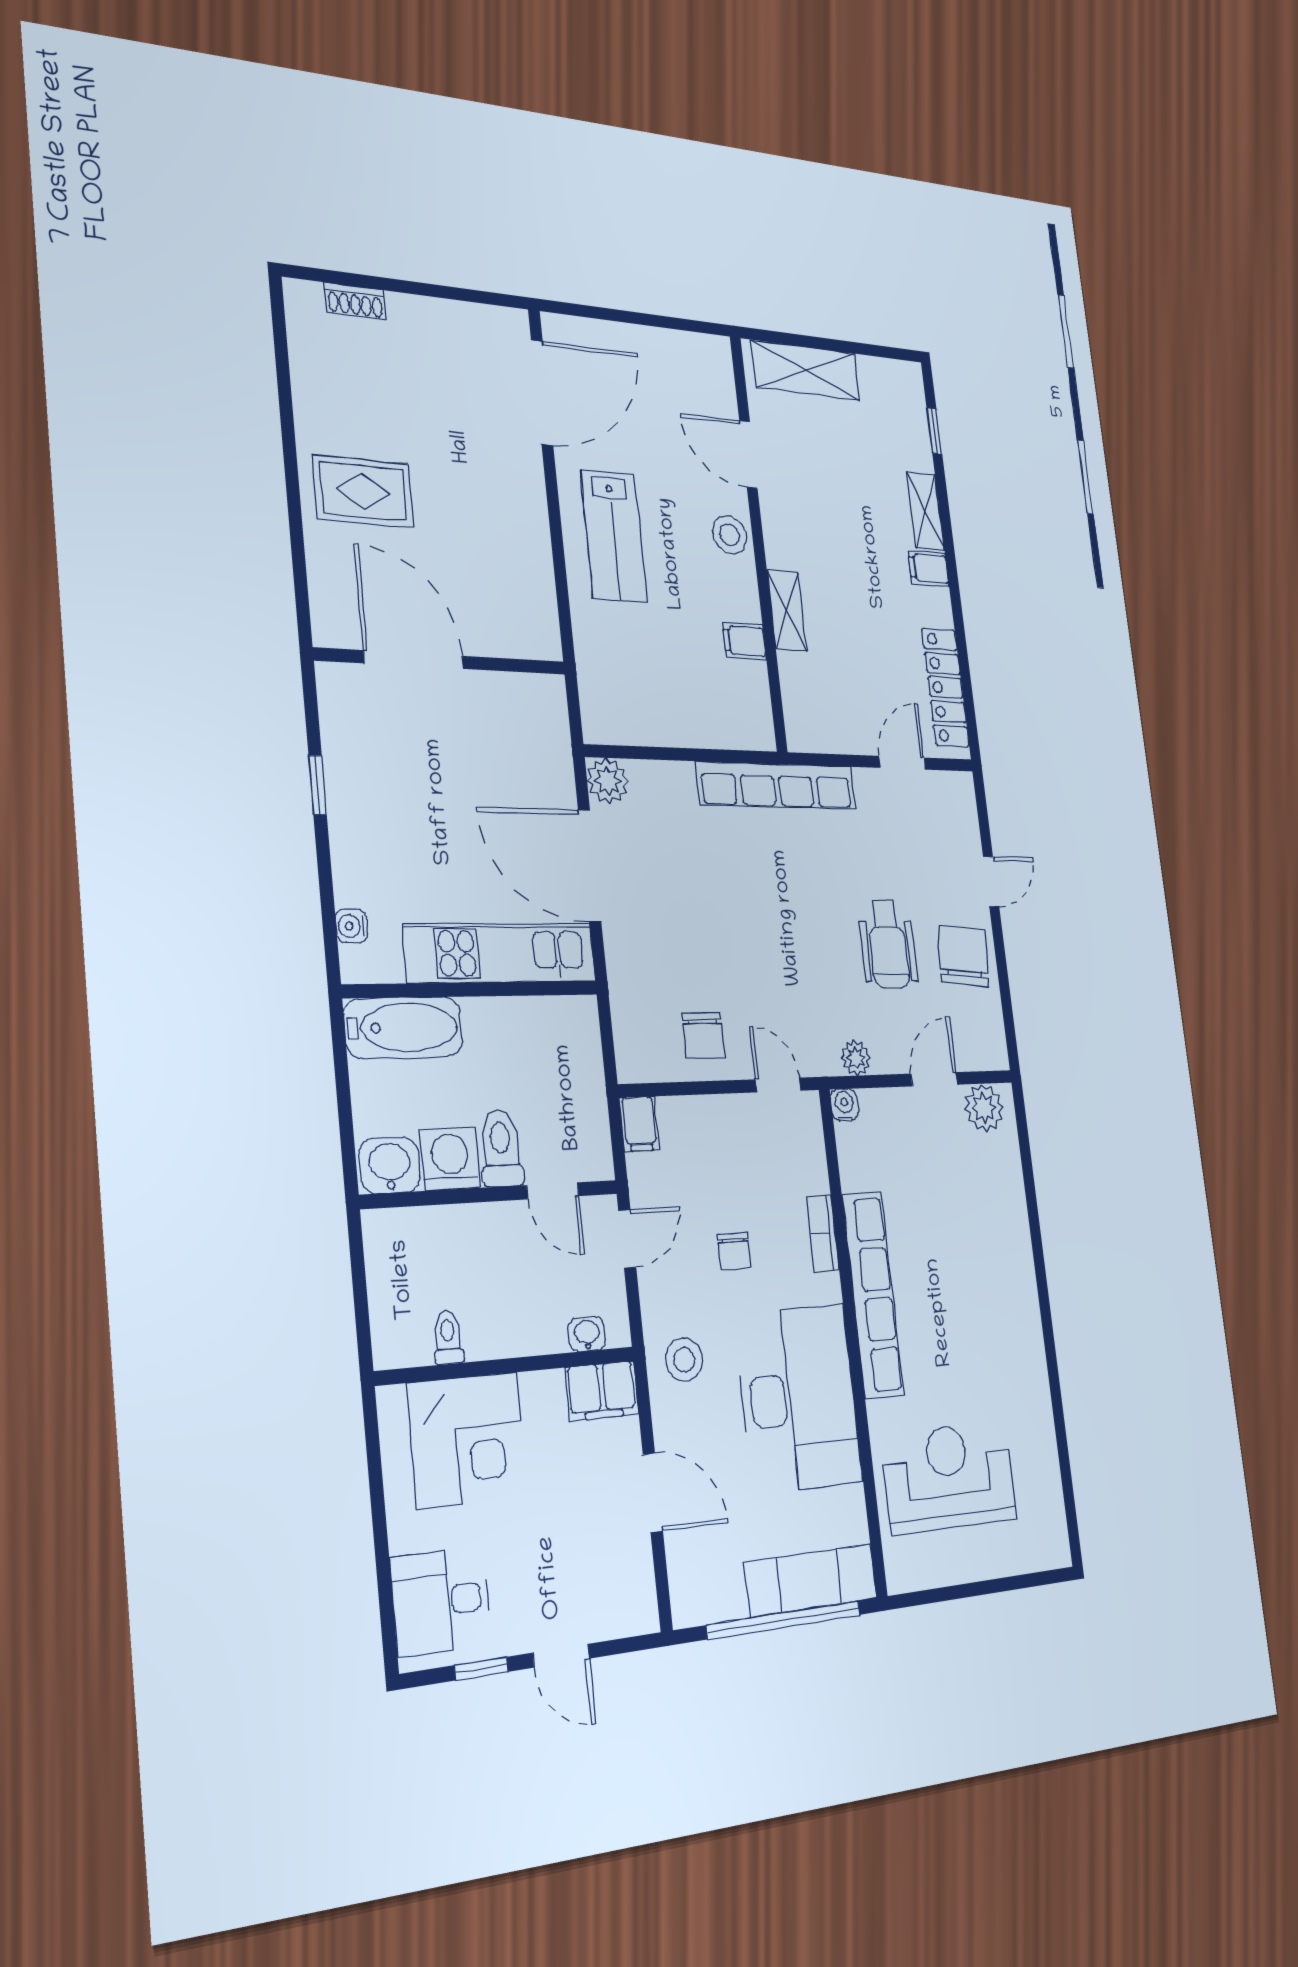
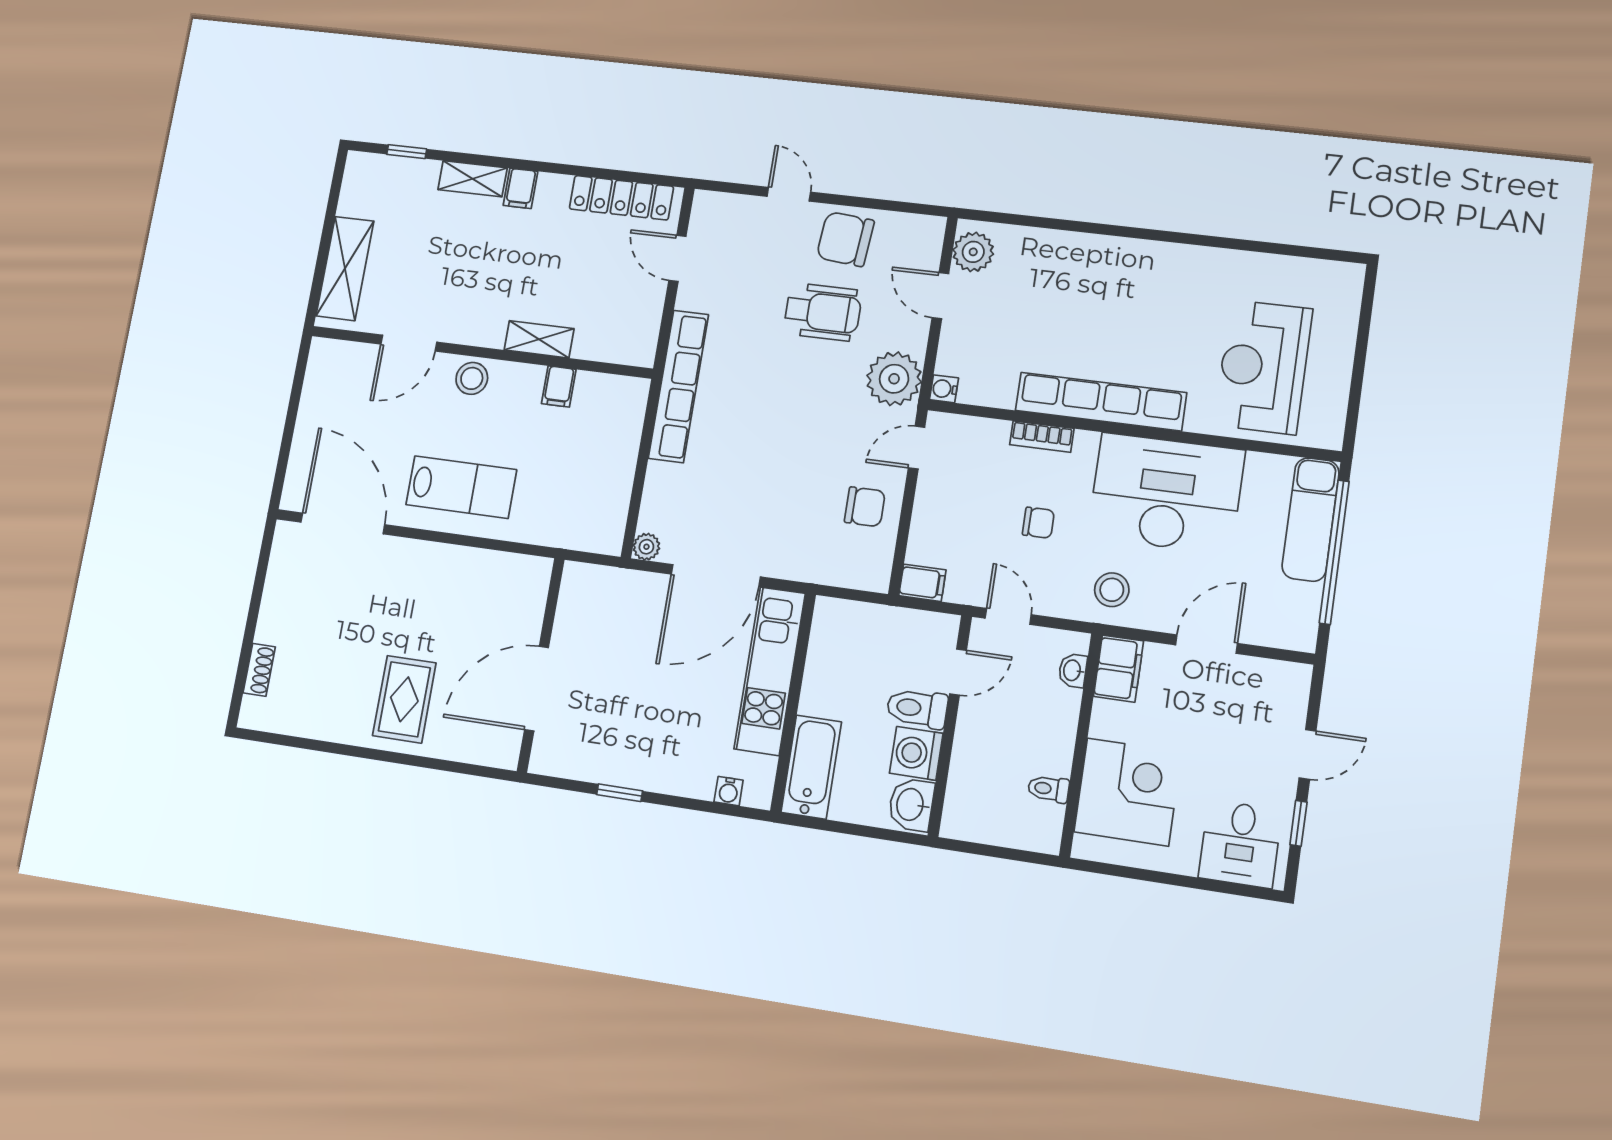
plant: (608, 781) -> (646, 547), width x0.73, depth x0.73
plant: (856, 1058) -> (894, 379), width x1.88, depth x1.88

